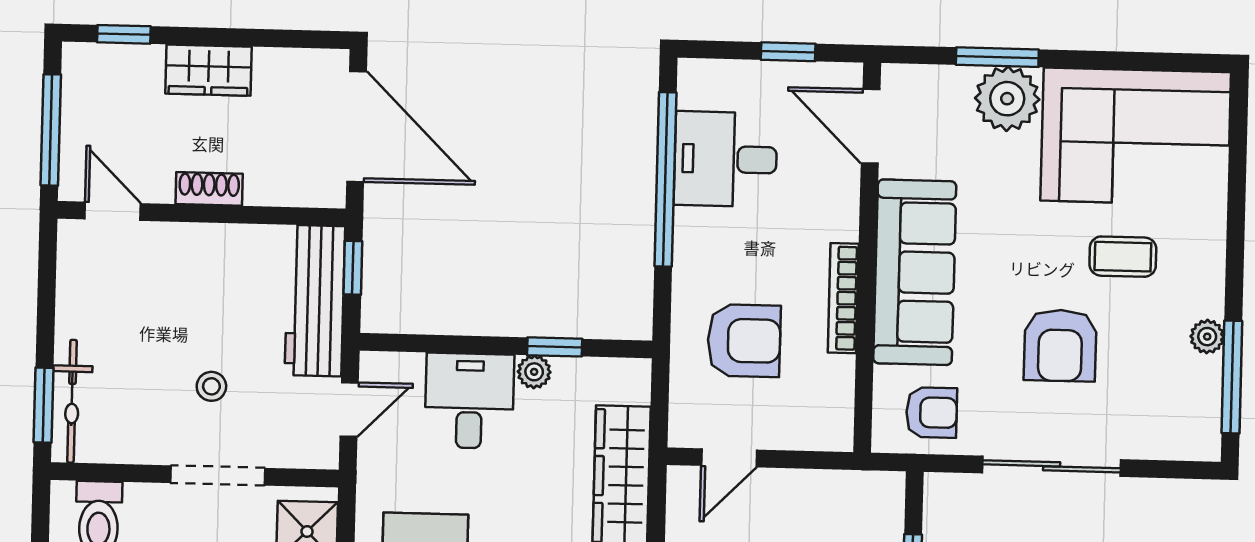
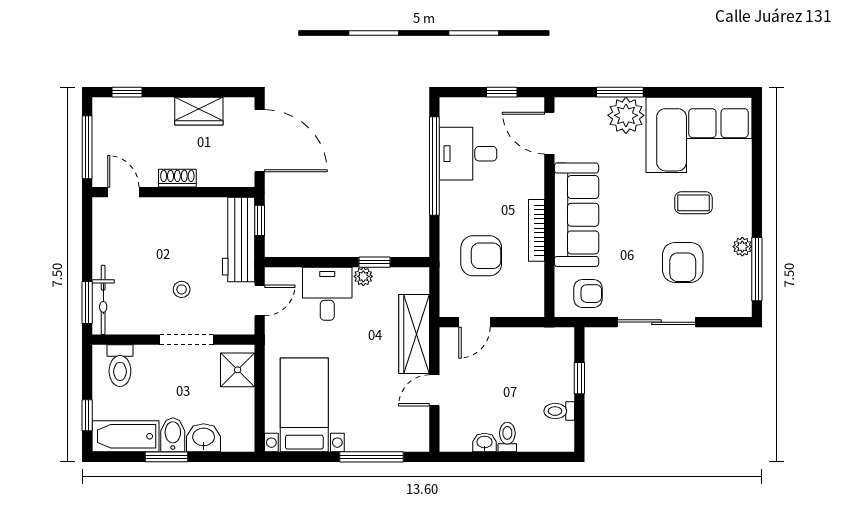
wardrobe: (208, 70) -> (199, 111), moved
armchair: (1060, 345) -> (683, 262), moved

